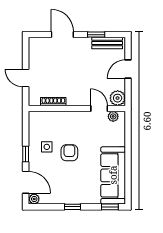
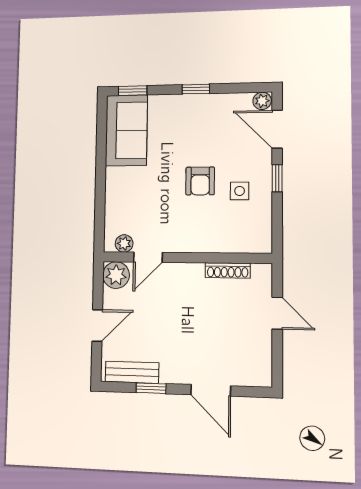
door: (99, 109) -> (148, 257), hinge flipped
sofa: (113, 175) -> (126, 130), width x0.73

